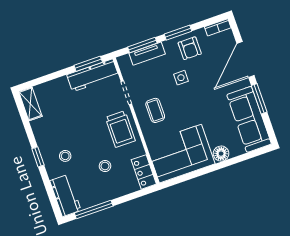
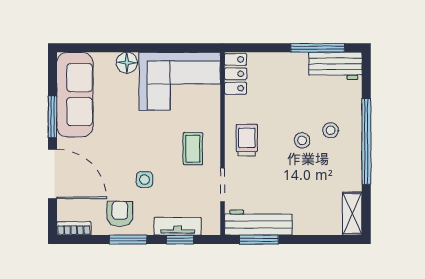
window: (142, 45) -> (180, 240), width x0.67
door: (245, 60) -> (52, 174), hinge flipped
trolley: (120, 129) -> (247, 140), width x0.73, depth x0.72
window: (38, 157) -> (366, 141), width x3.17
stool: (105, 166) -> (302, 140), moved
workbench: (65, 195) -> (335, 66), moved, turned -90

